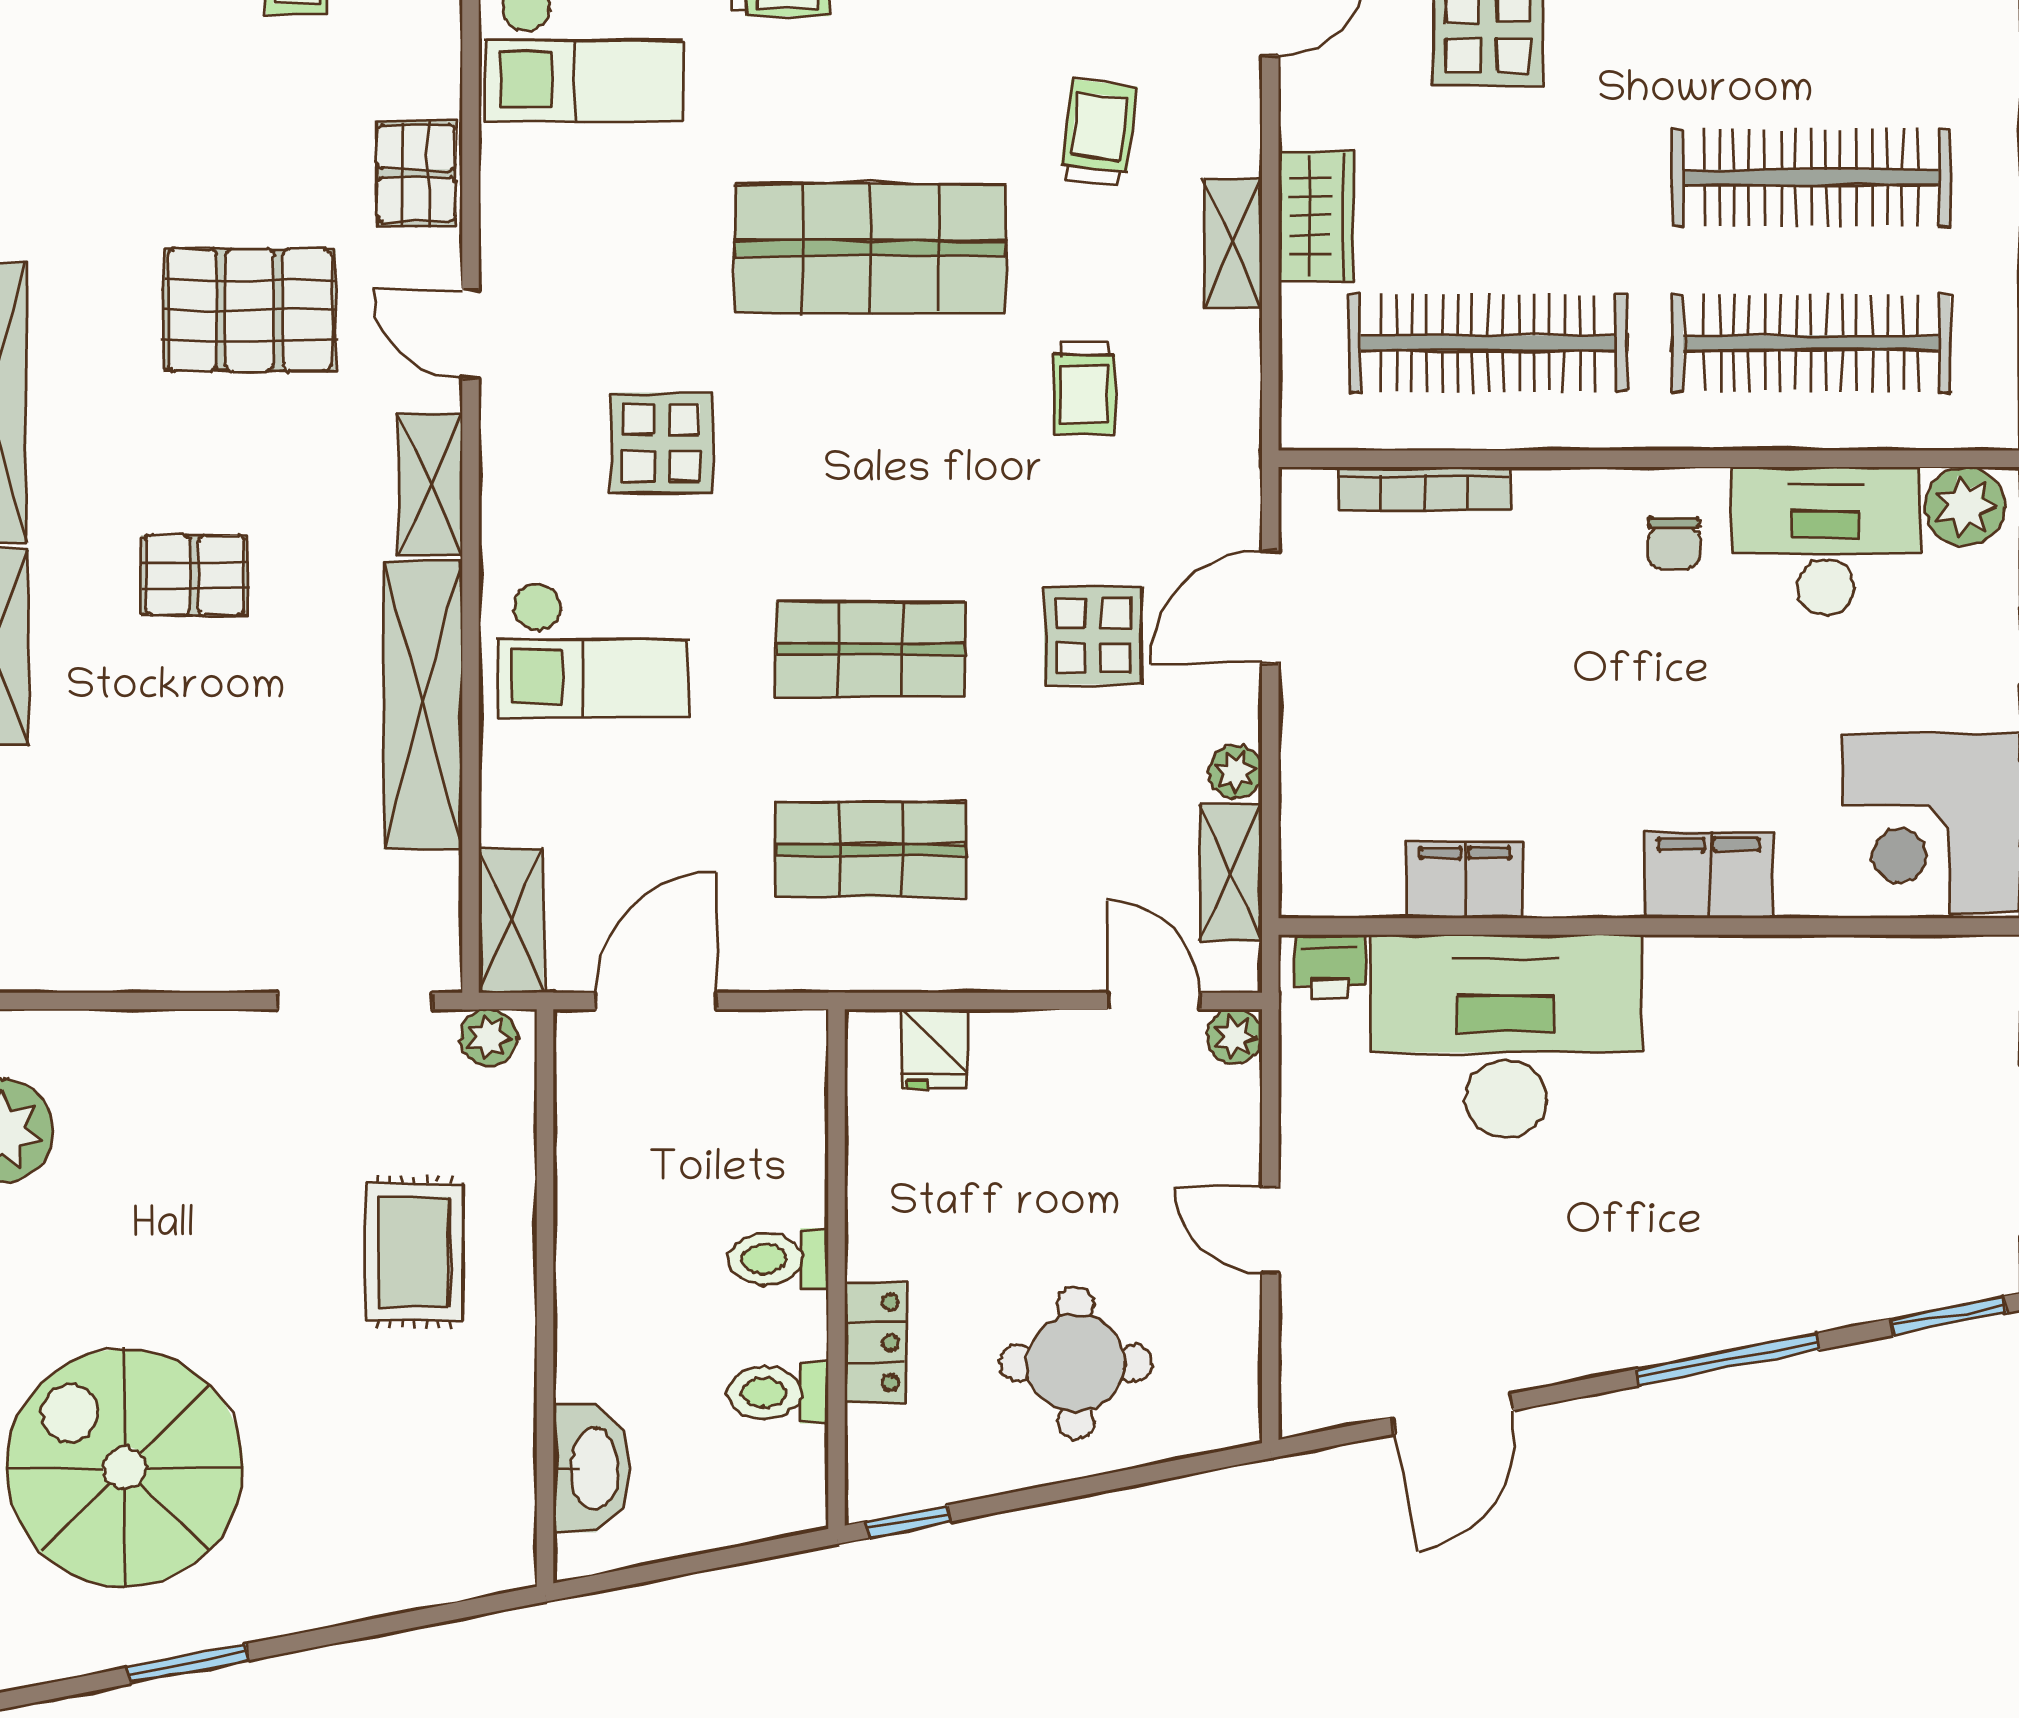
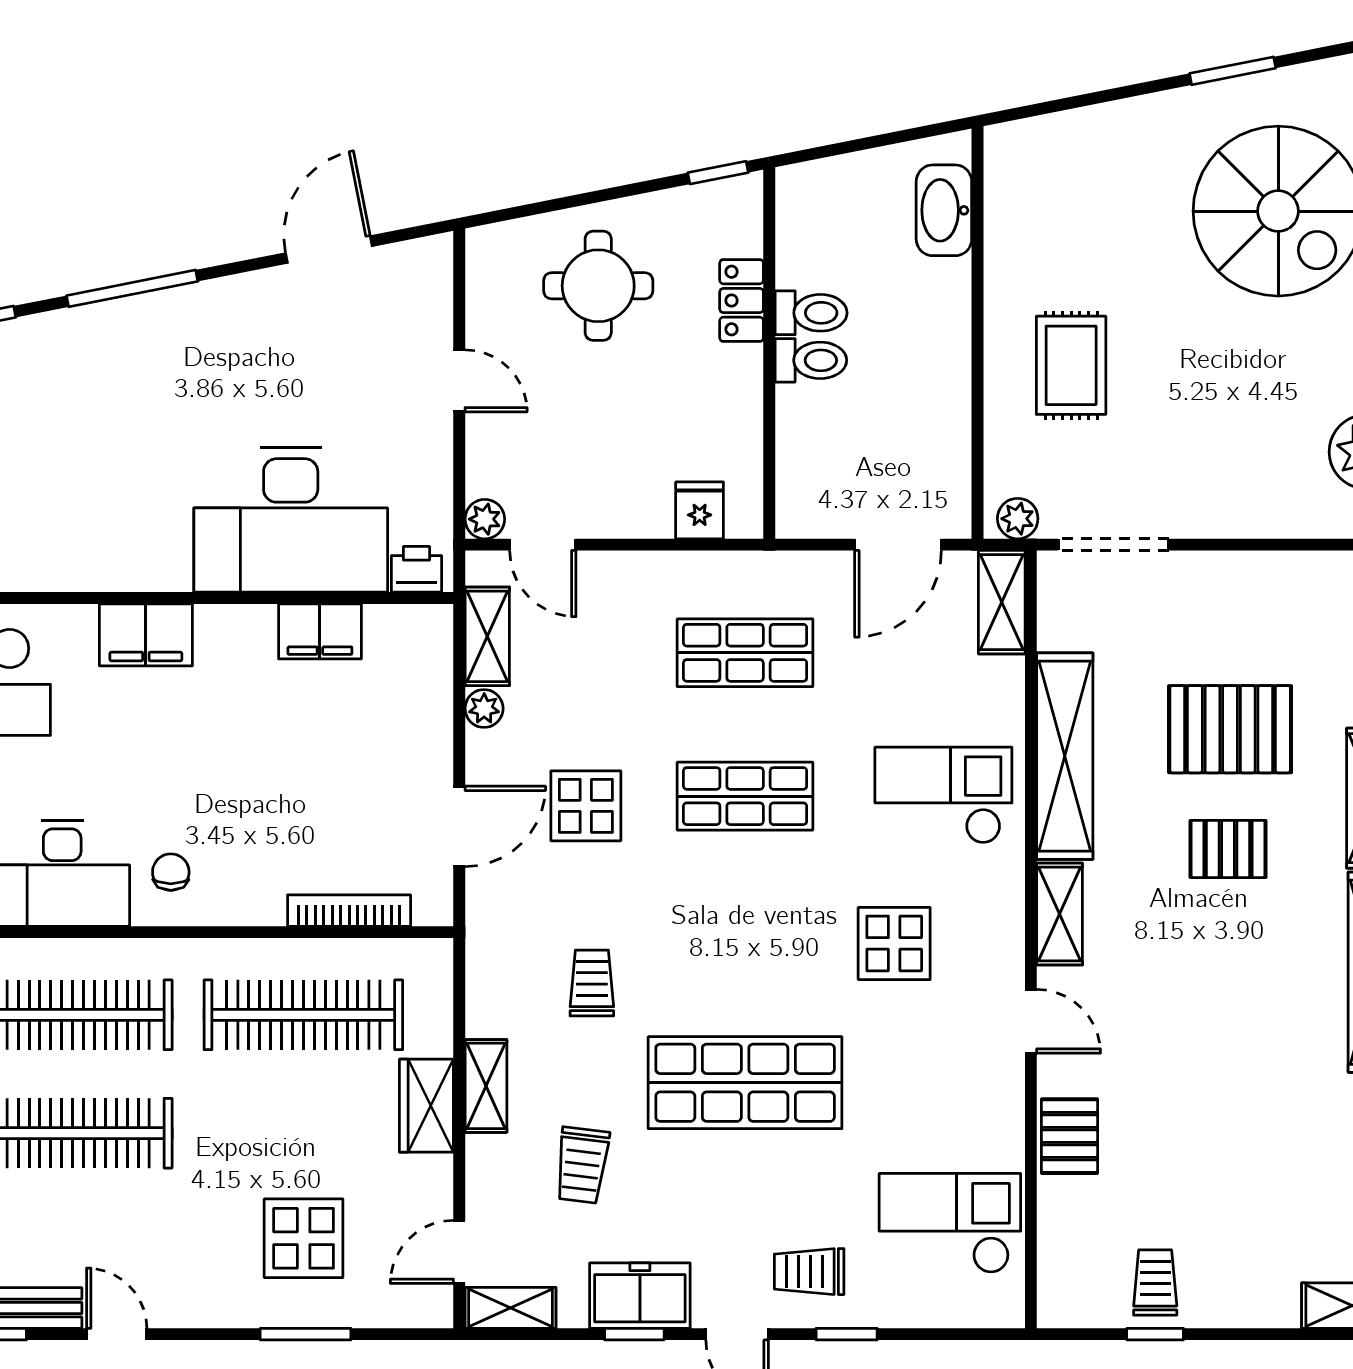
pallet: (250, 310) -> (1230, 729), moved
toilet: (778, 1393) -> (811, 313), moved

